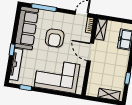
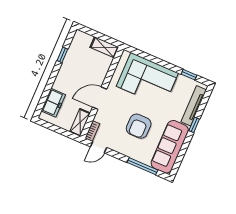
armchair: (55, 38) -> (139, 126), turned 180
door: (90, 52) -> (100, 98), swing flipped
shelving: (109, 94) -> (104, 47), moved

